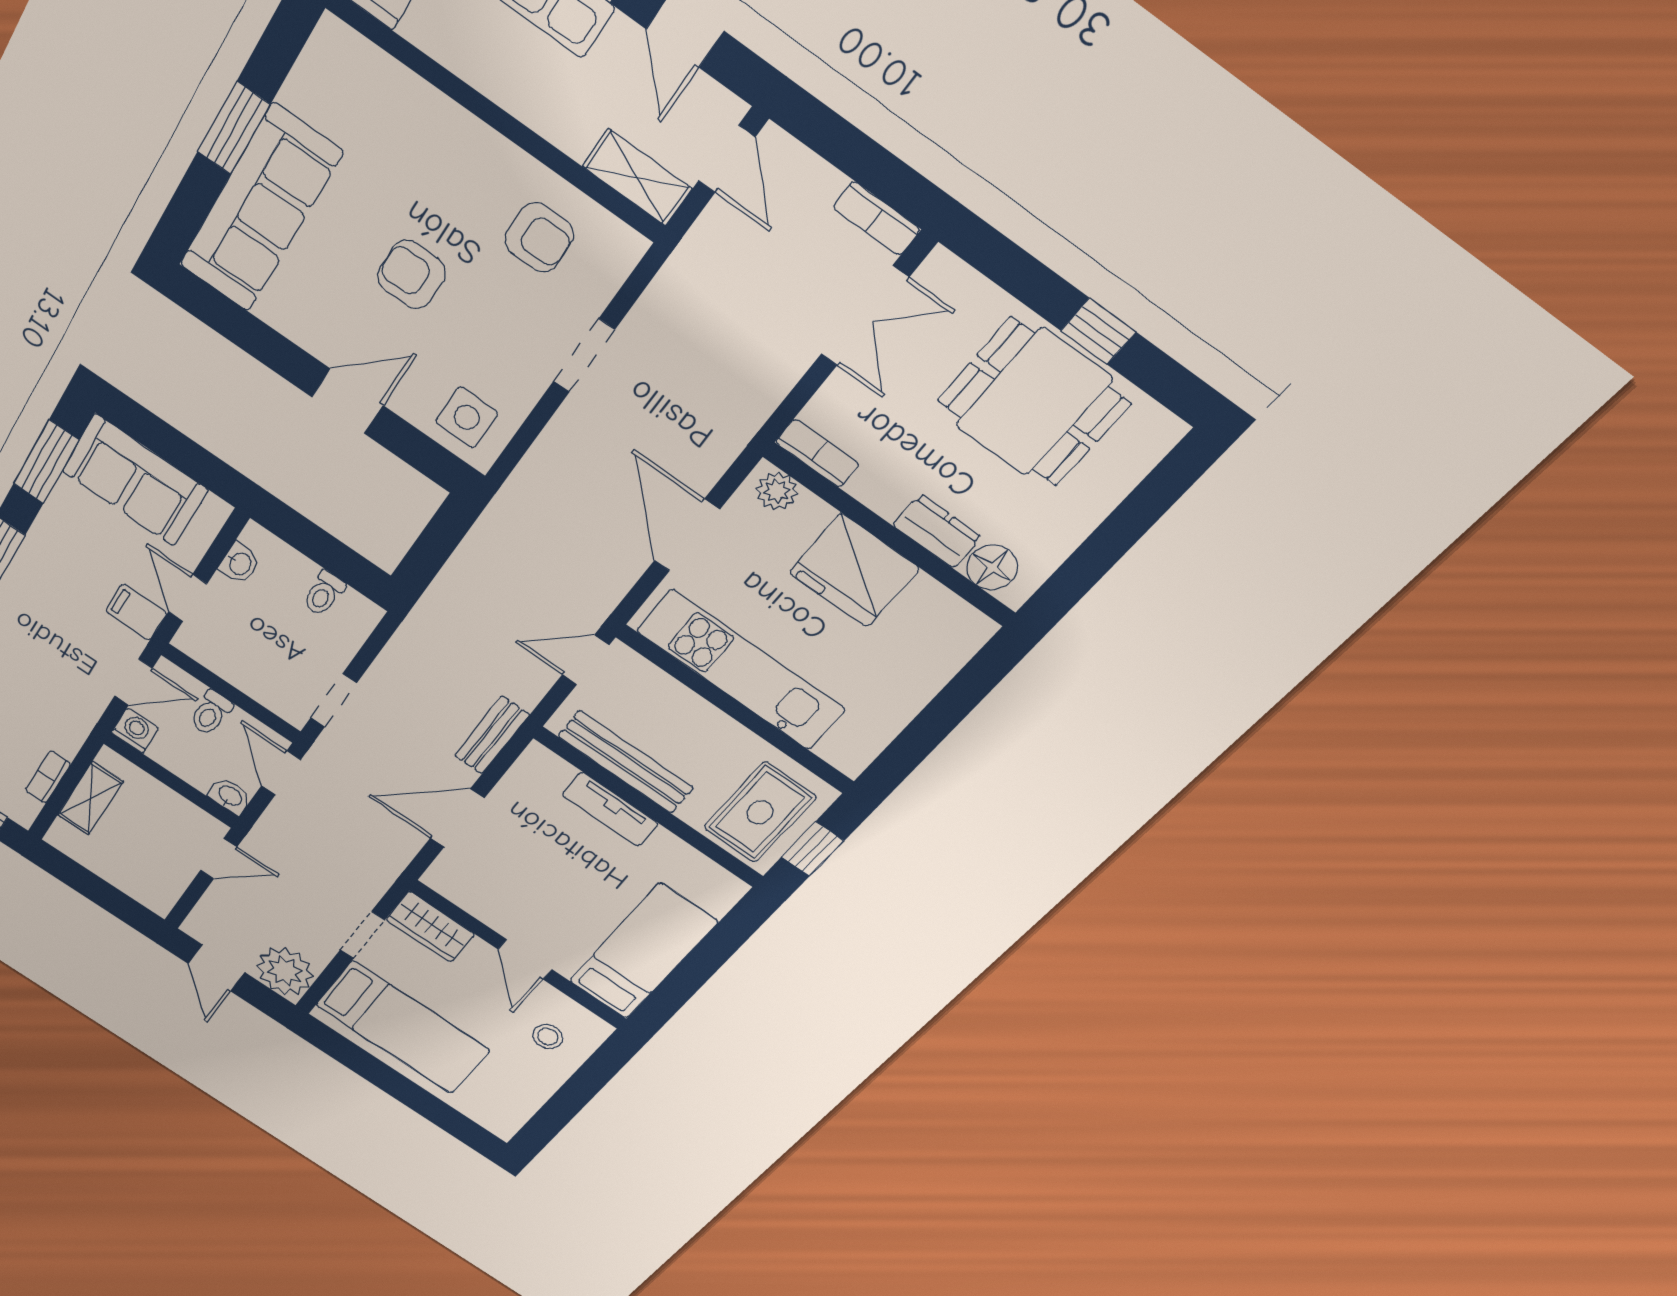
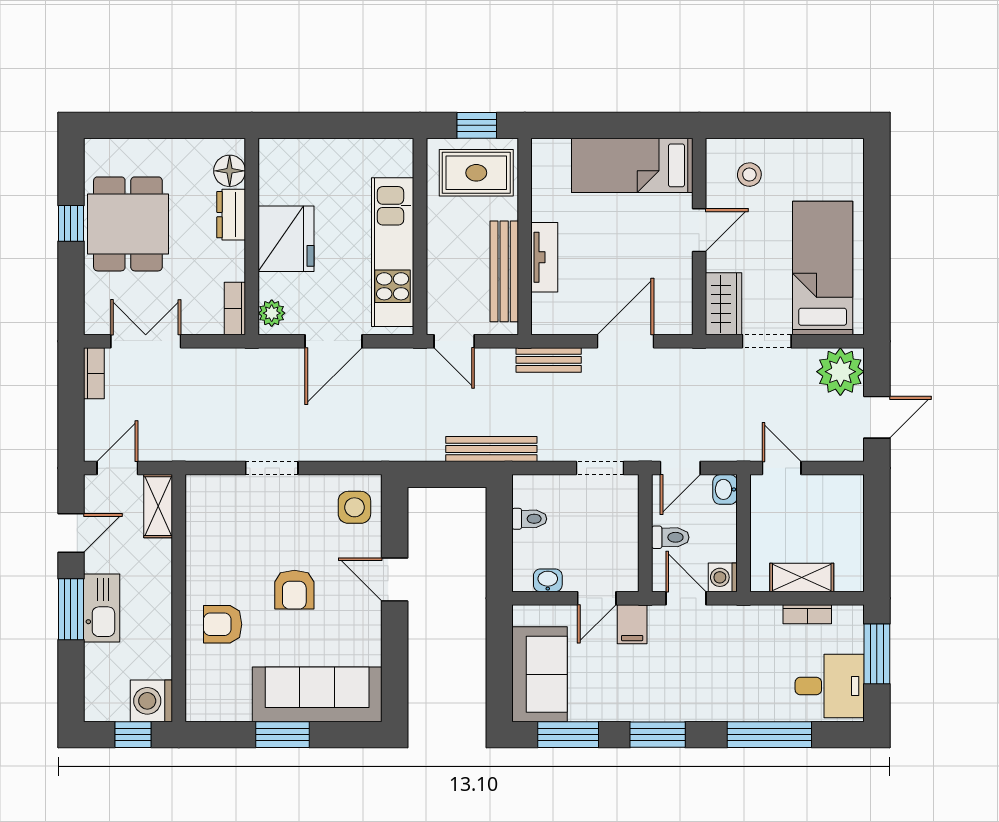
armchair: (539, 237) -> (223, 624), moved, turned -90
bench: (432, 611) -> (491, 449), added
door: (457, 818) -> (625, 341), swing flipped

